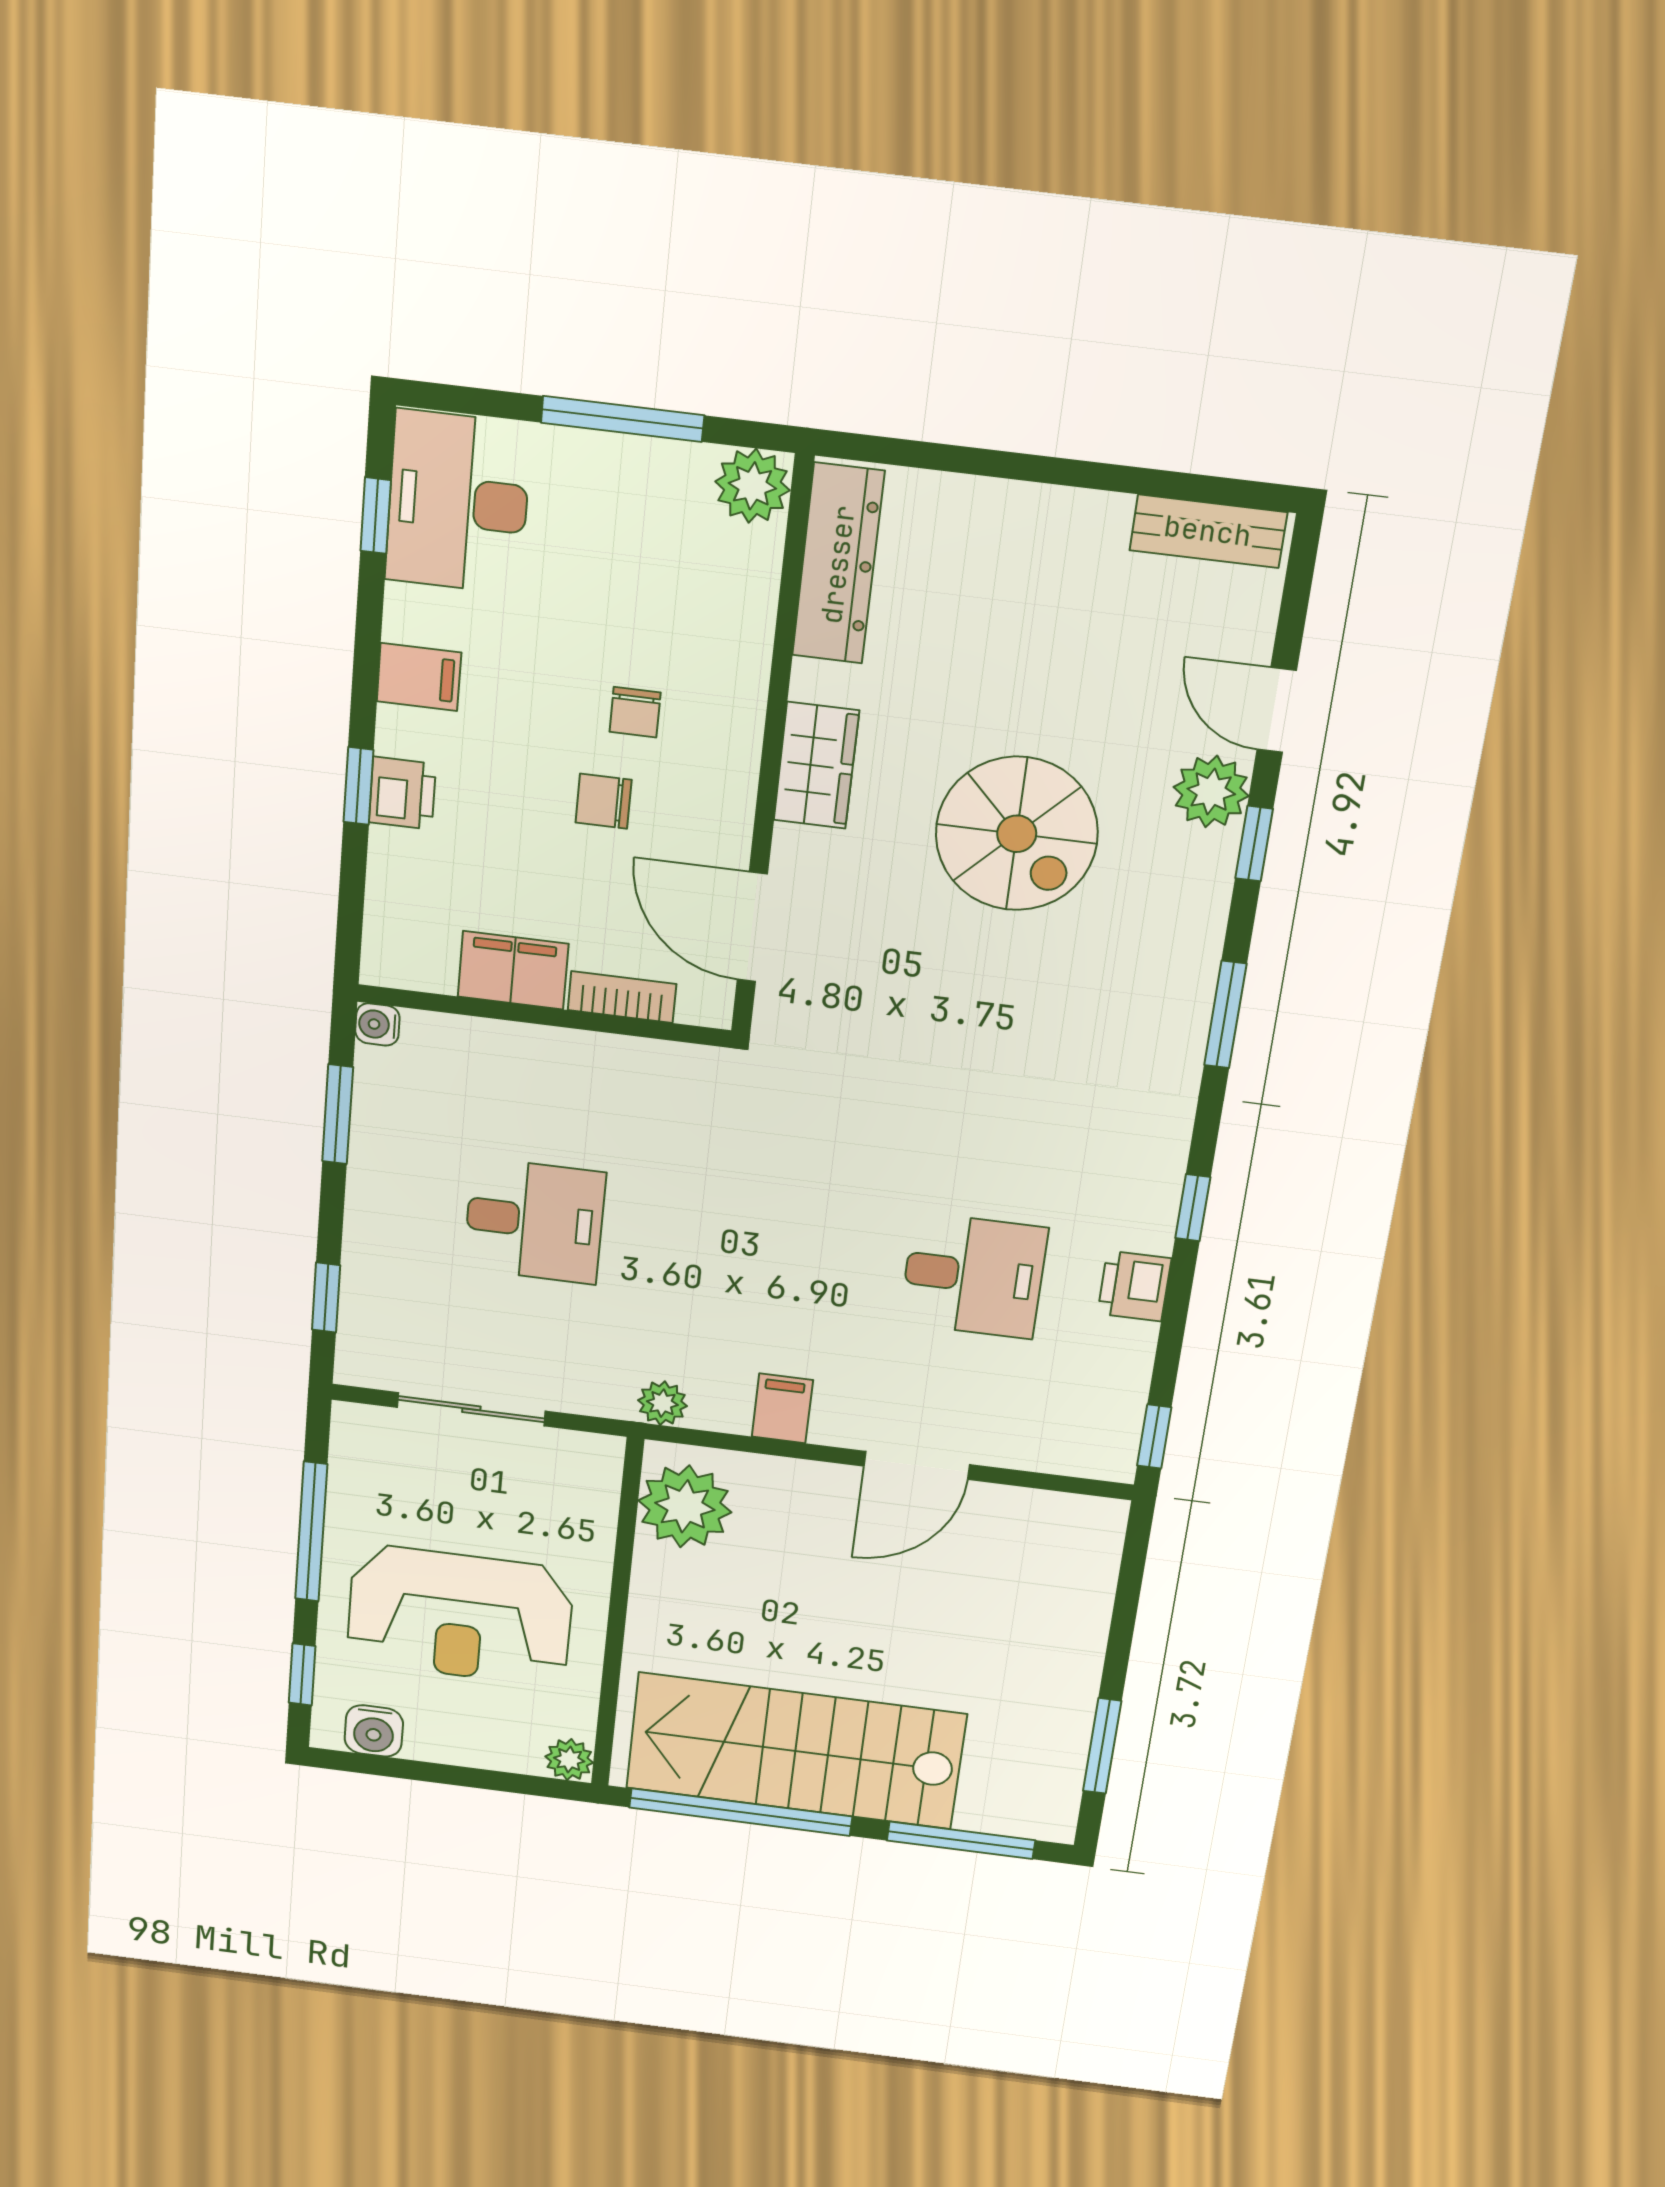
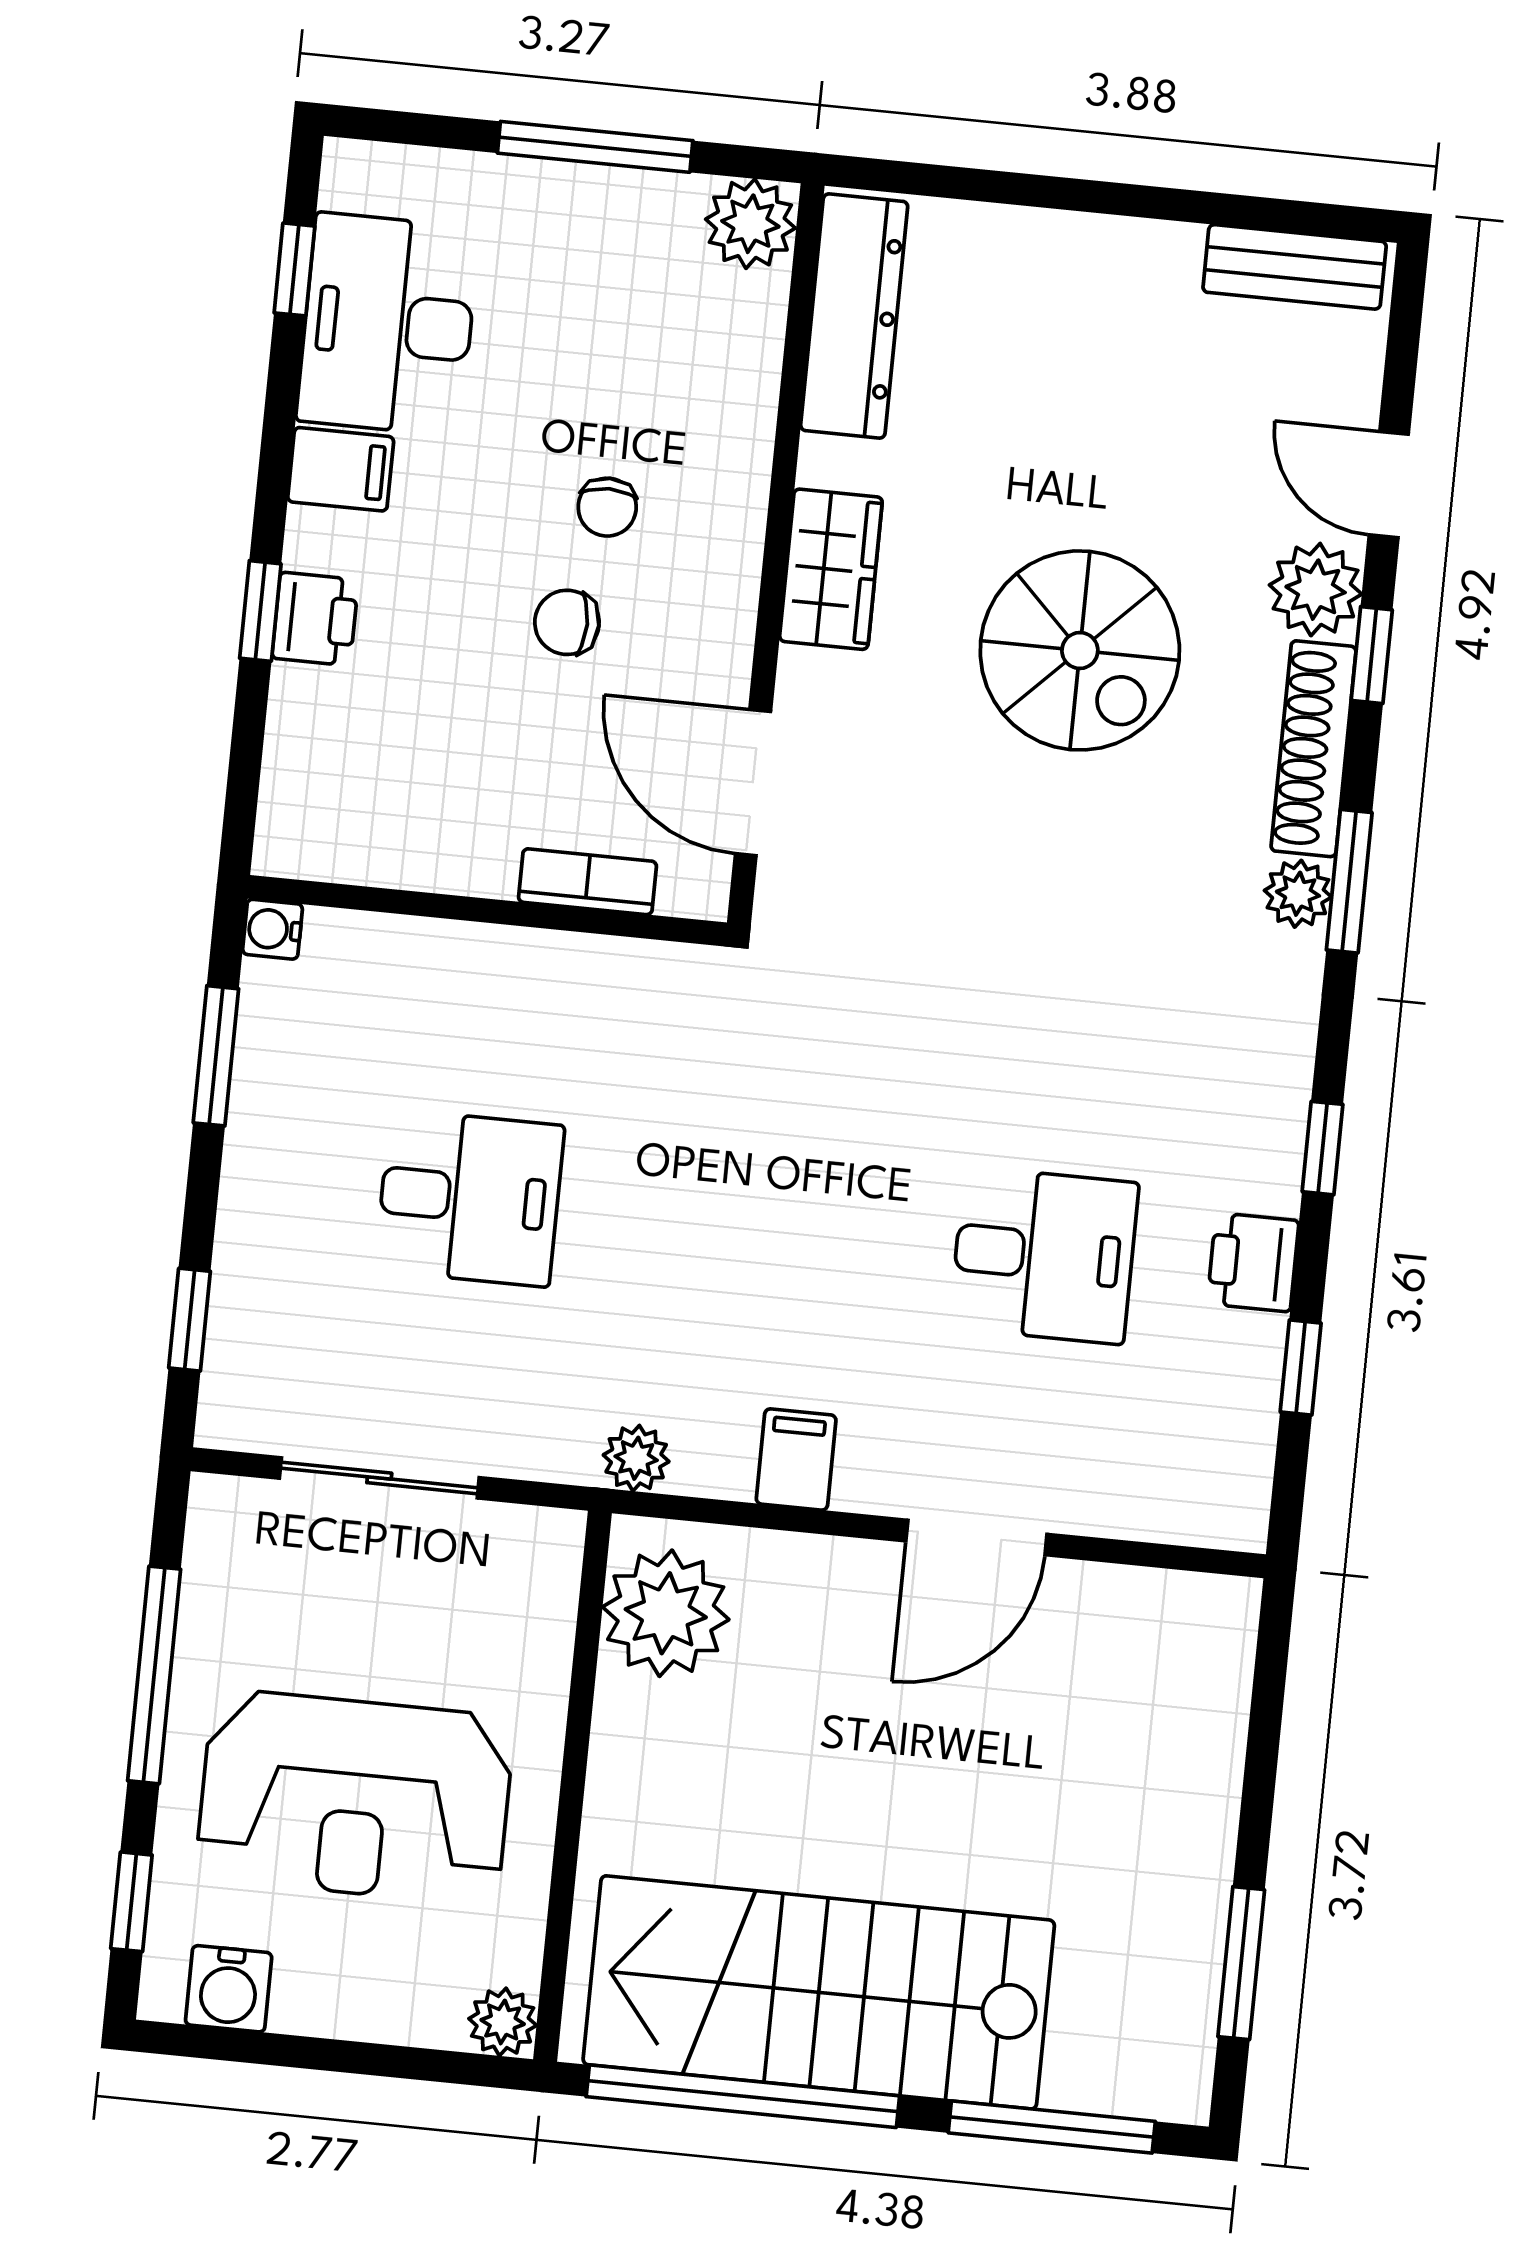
desk: (458, 502) -> (388, 324), moved
shoe rack: (1203, 914) -> (1314, 749), added
filing cabinet: (513, 970) -> (449, 850), removed
plant: (1184, 1023) -> (1298, 894), added
window: (1154, 1436) -> (1301, 1368), moved

